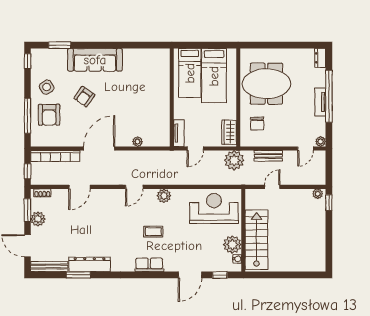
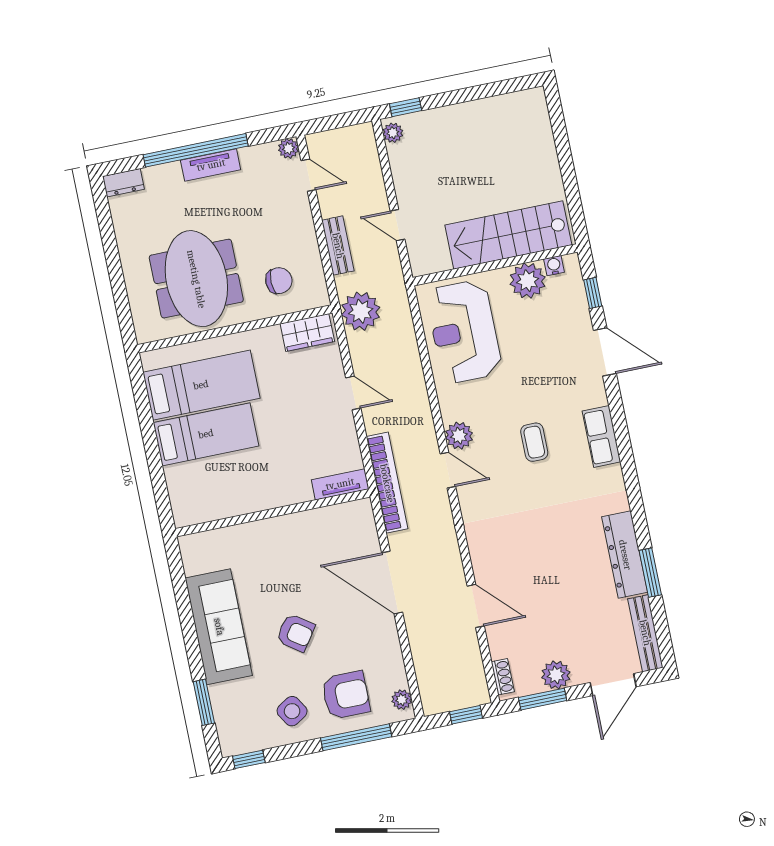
wall: (172, 97) -> (273, 513), moved
tv unit: (179, 133) -> (340, 484), moved
plant: (138, 142) -> (402, 700), moved
bookcase: (55, 156) -> (387, 483), moved
door: (134, 187) -> (448, 470), moved

